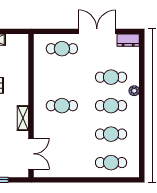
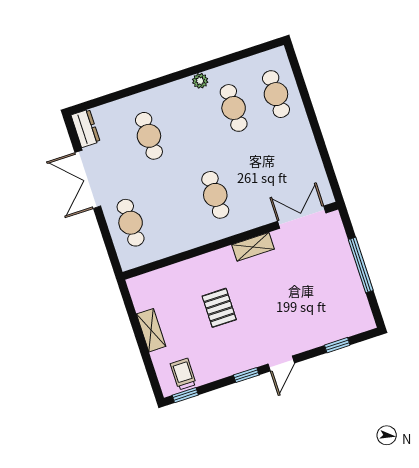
plant: (134, 91) -> (200, 81), moved
cafe table: (111, 106) -> (191, 122), removed

